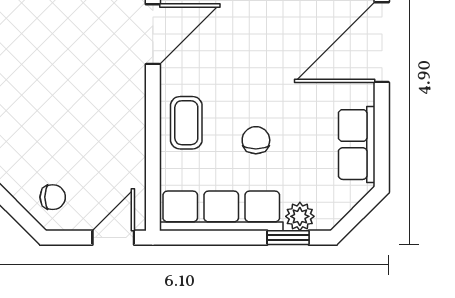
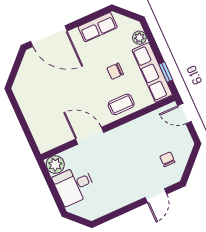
chair: (53, 197) -> (167, 159), moved
window: (288, 238) -> (166, 72), moved

